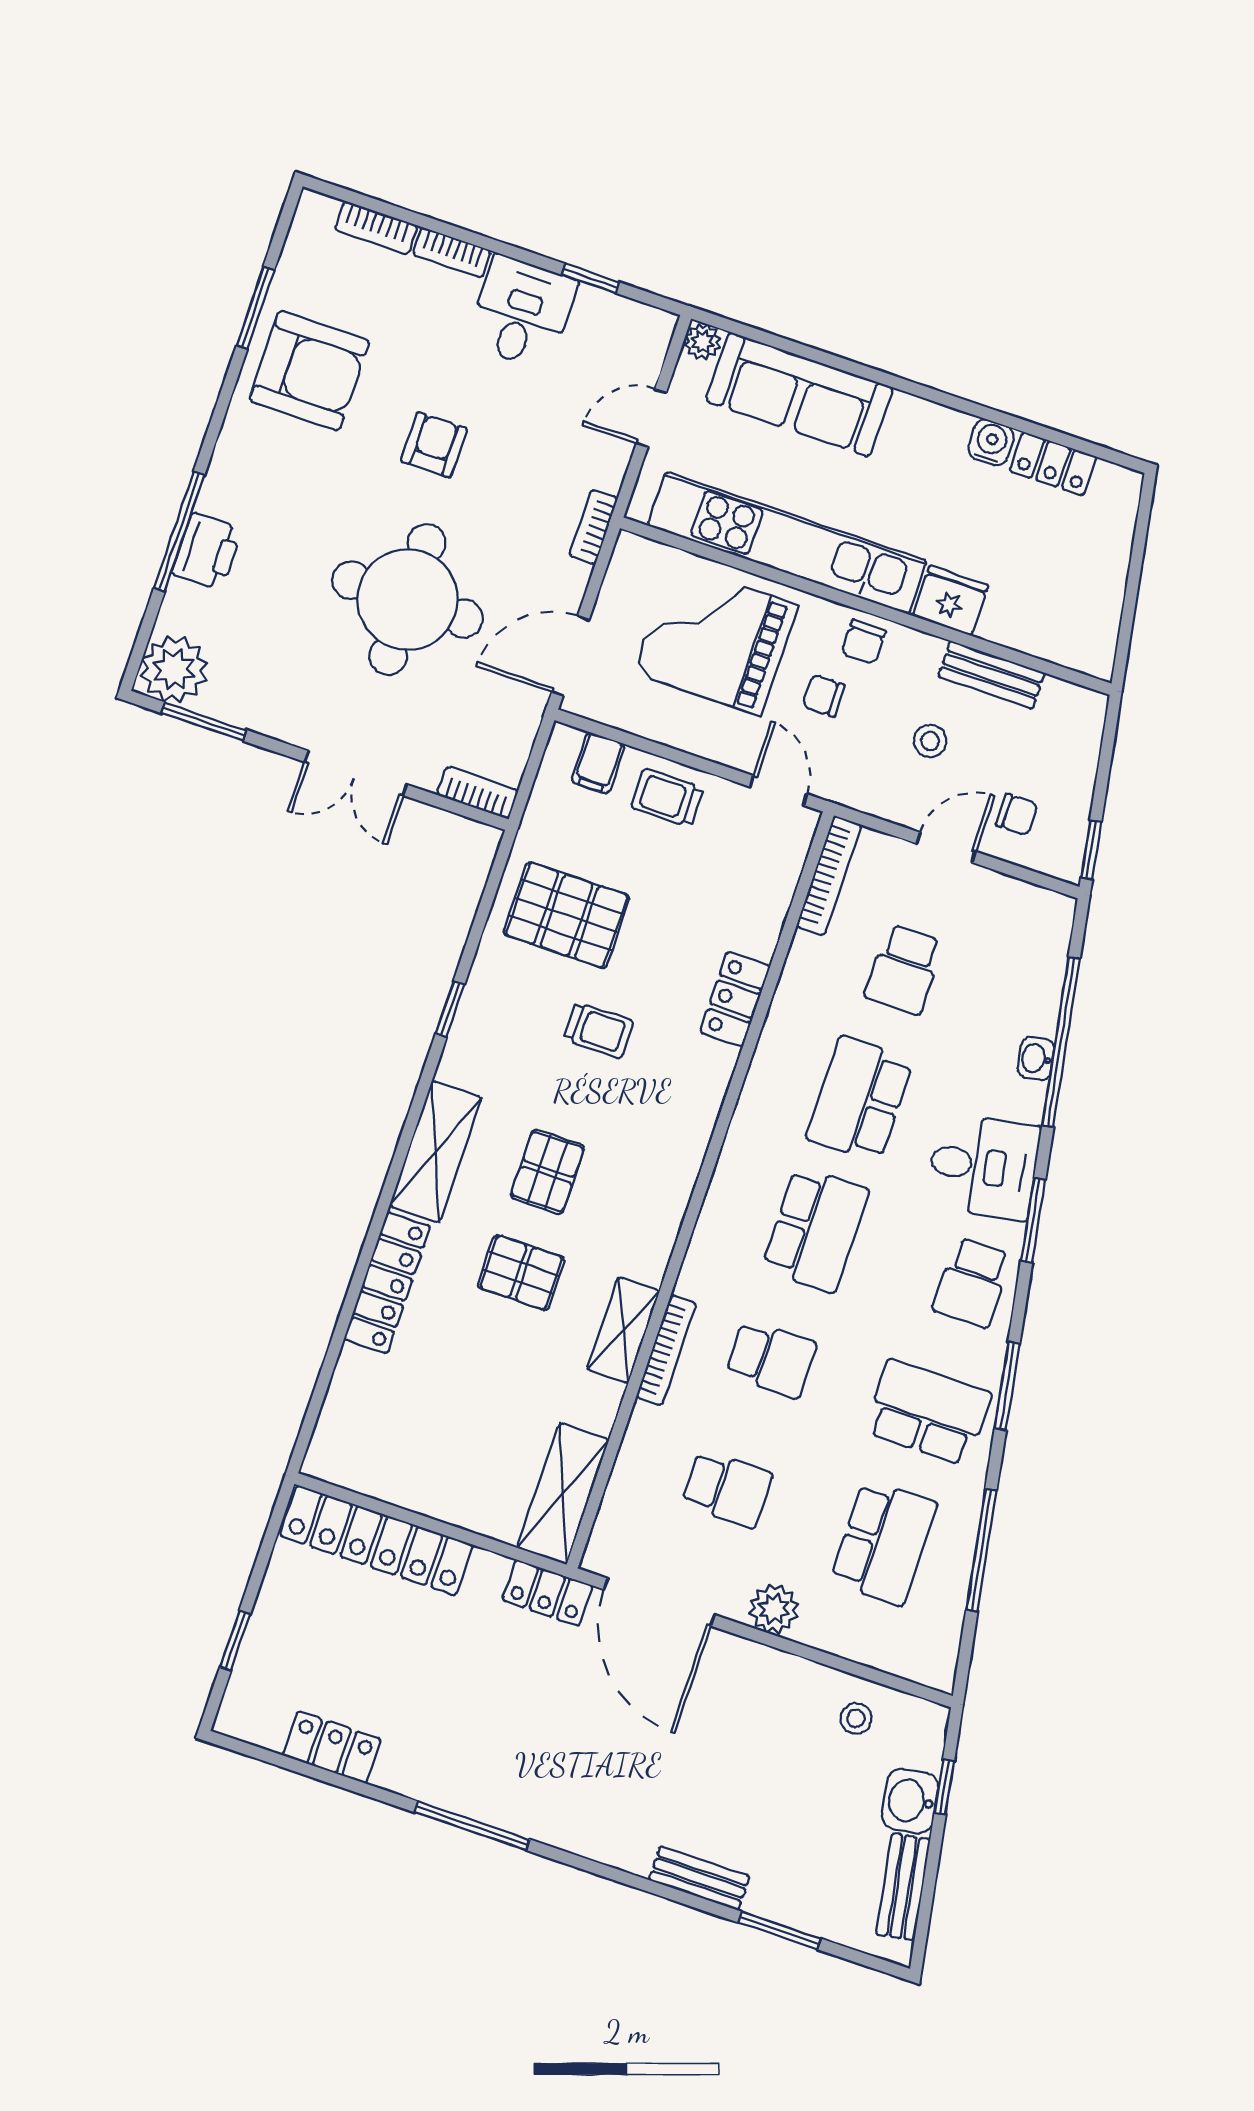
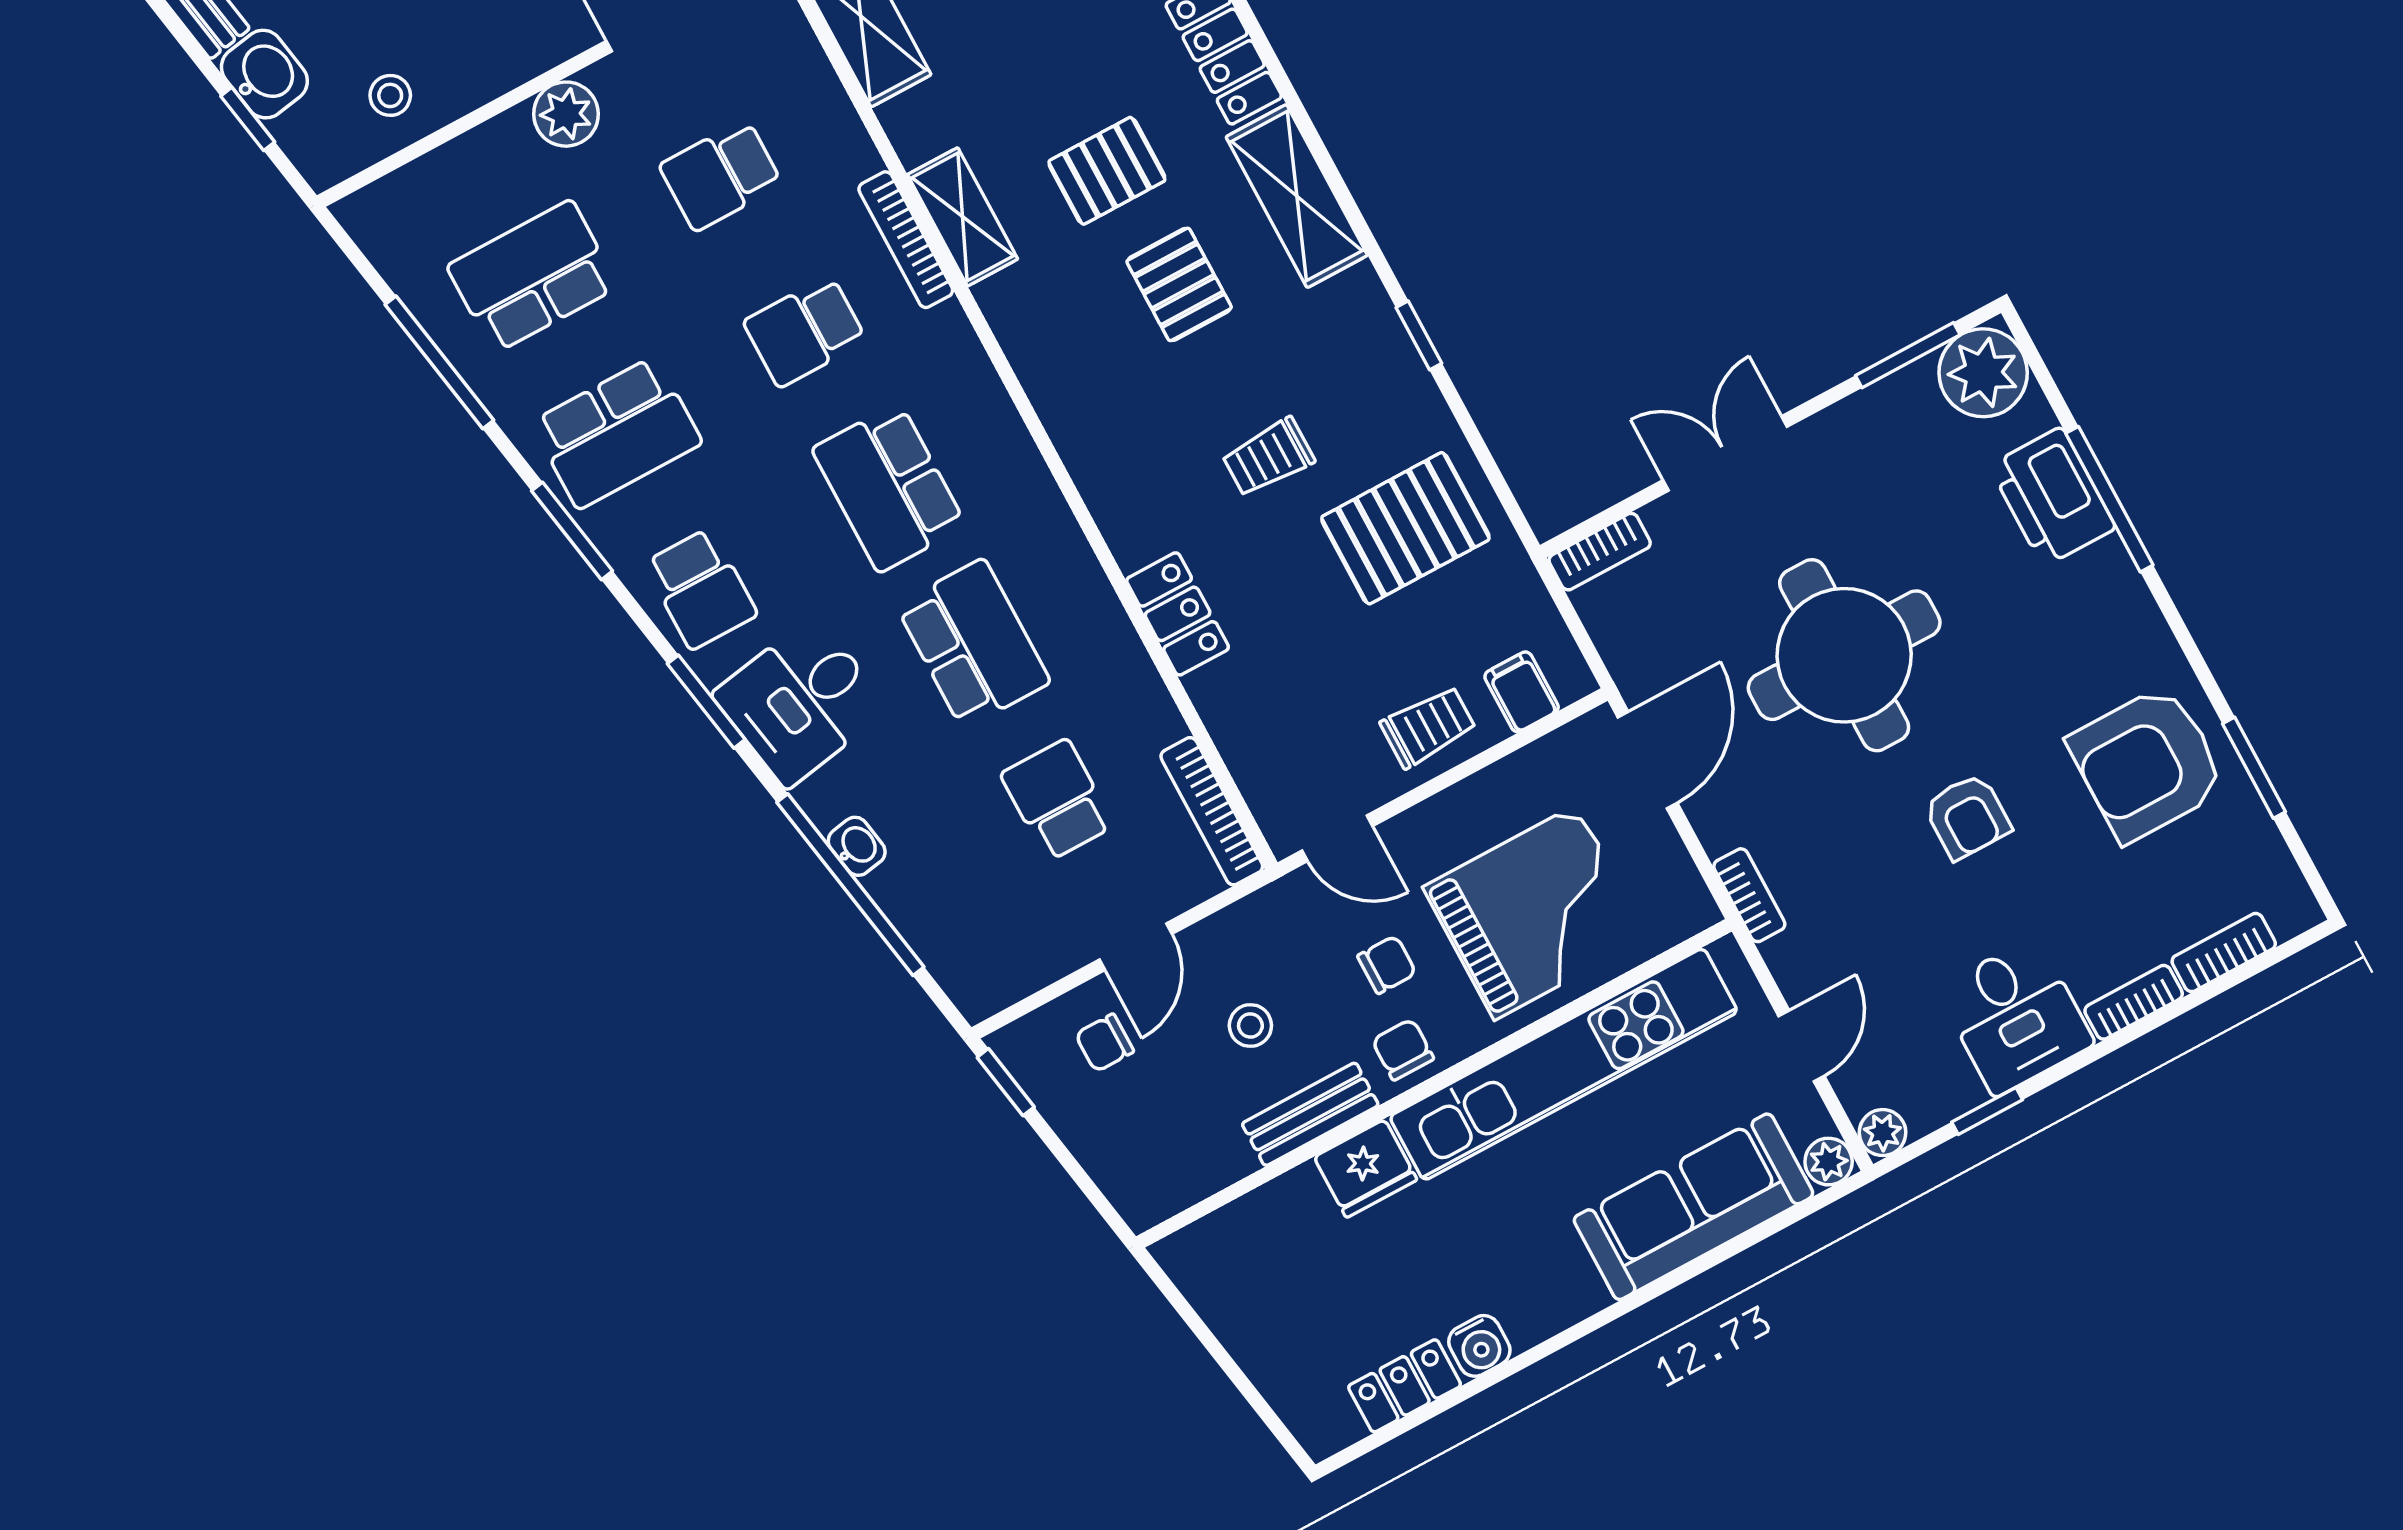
plant: (658, 326) -> (1883, 1133), added
printer: (207, 552) -> (2052, 497), width x1.37, depth x1.19
bench: (992, 675) -> (1310, 1114), moved
school desk: (972, 1283) -> (701, 589), turned 180
school desk: (884, 1542) -> (533, 276), turned 90

